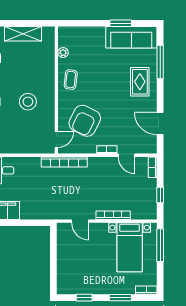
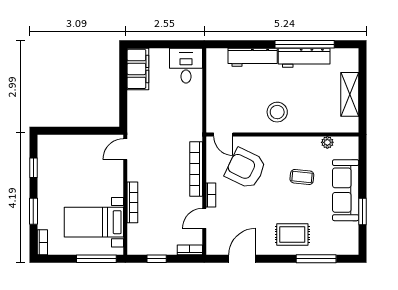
sofa: (131, 37) -> (346, 190), moved
coffee table: (71, 80) -> (302, 177), moved
stool: (28, 102) -> (277, 112), moved
bookcase: (64, 162) -> (196, 169), moved
door: (80, 221) -> (125, 149), moved

